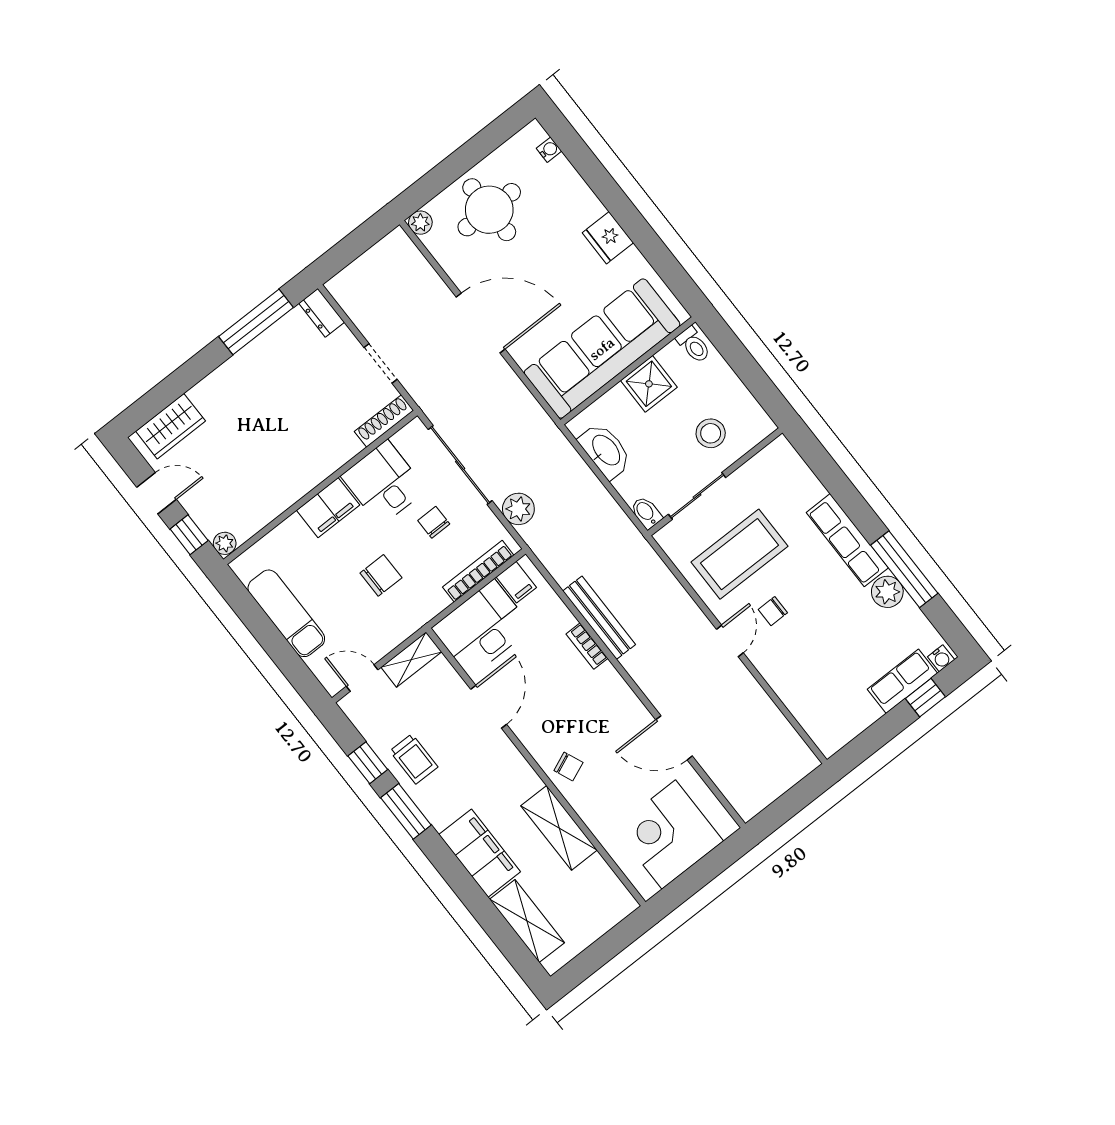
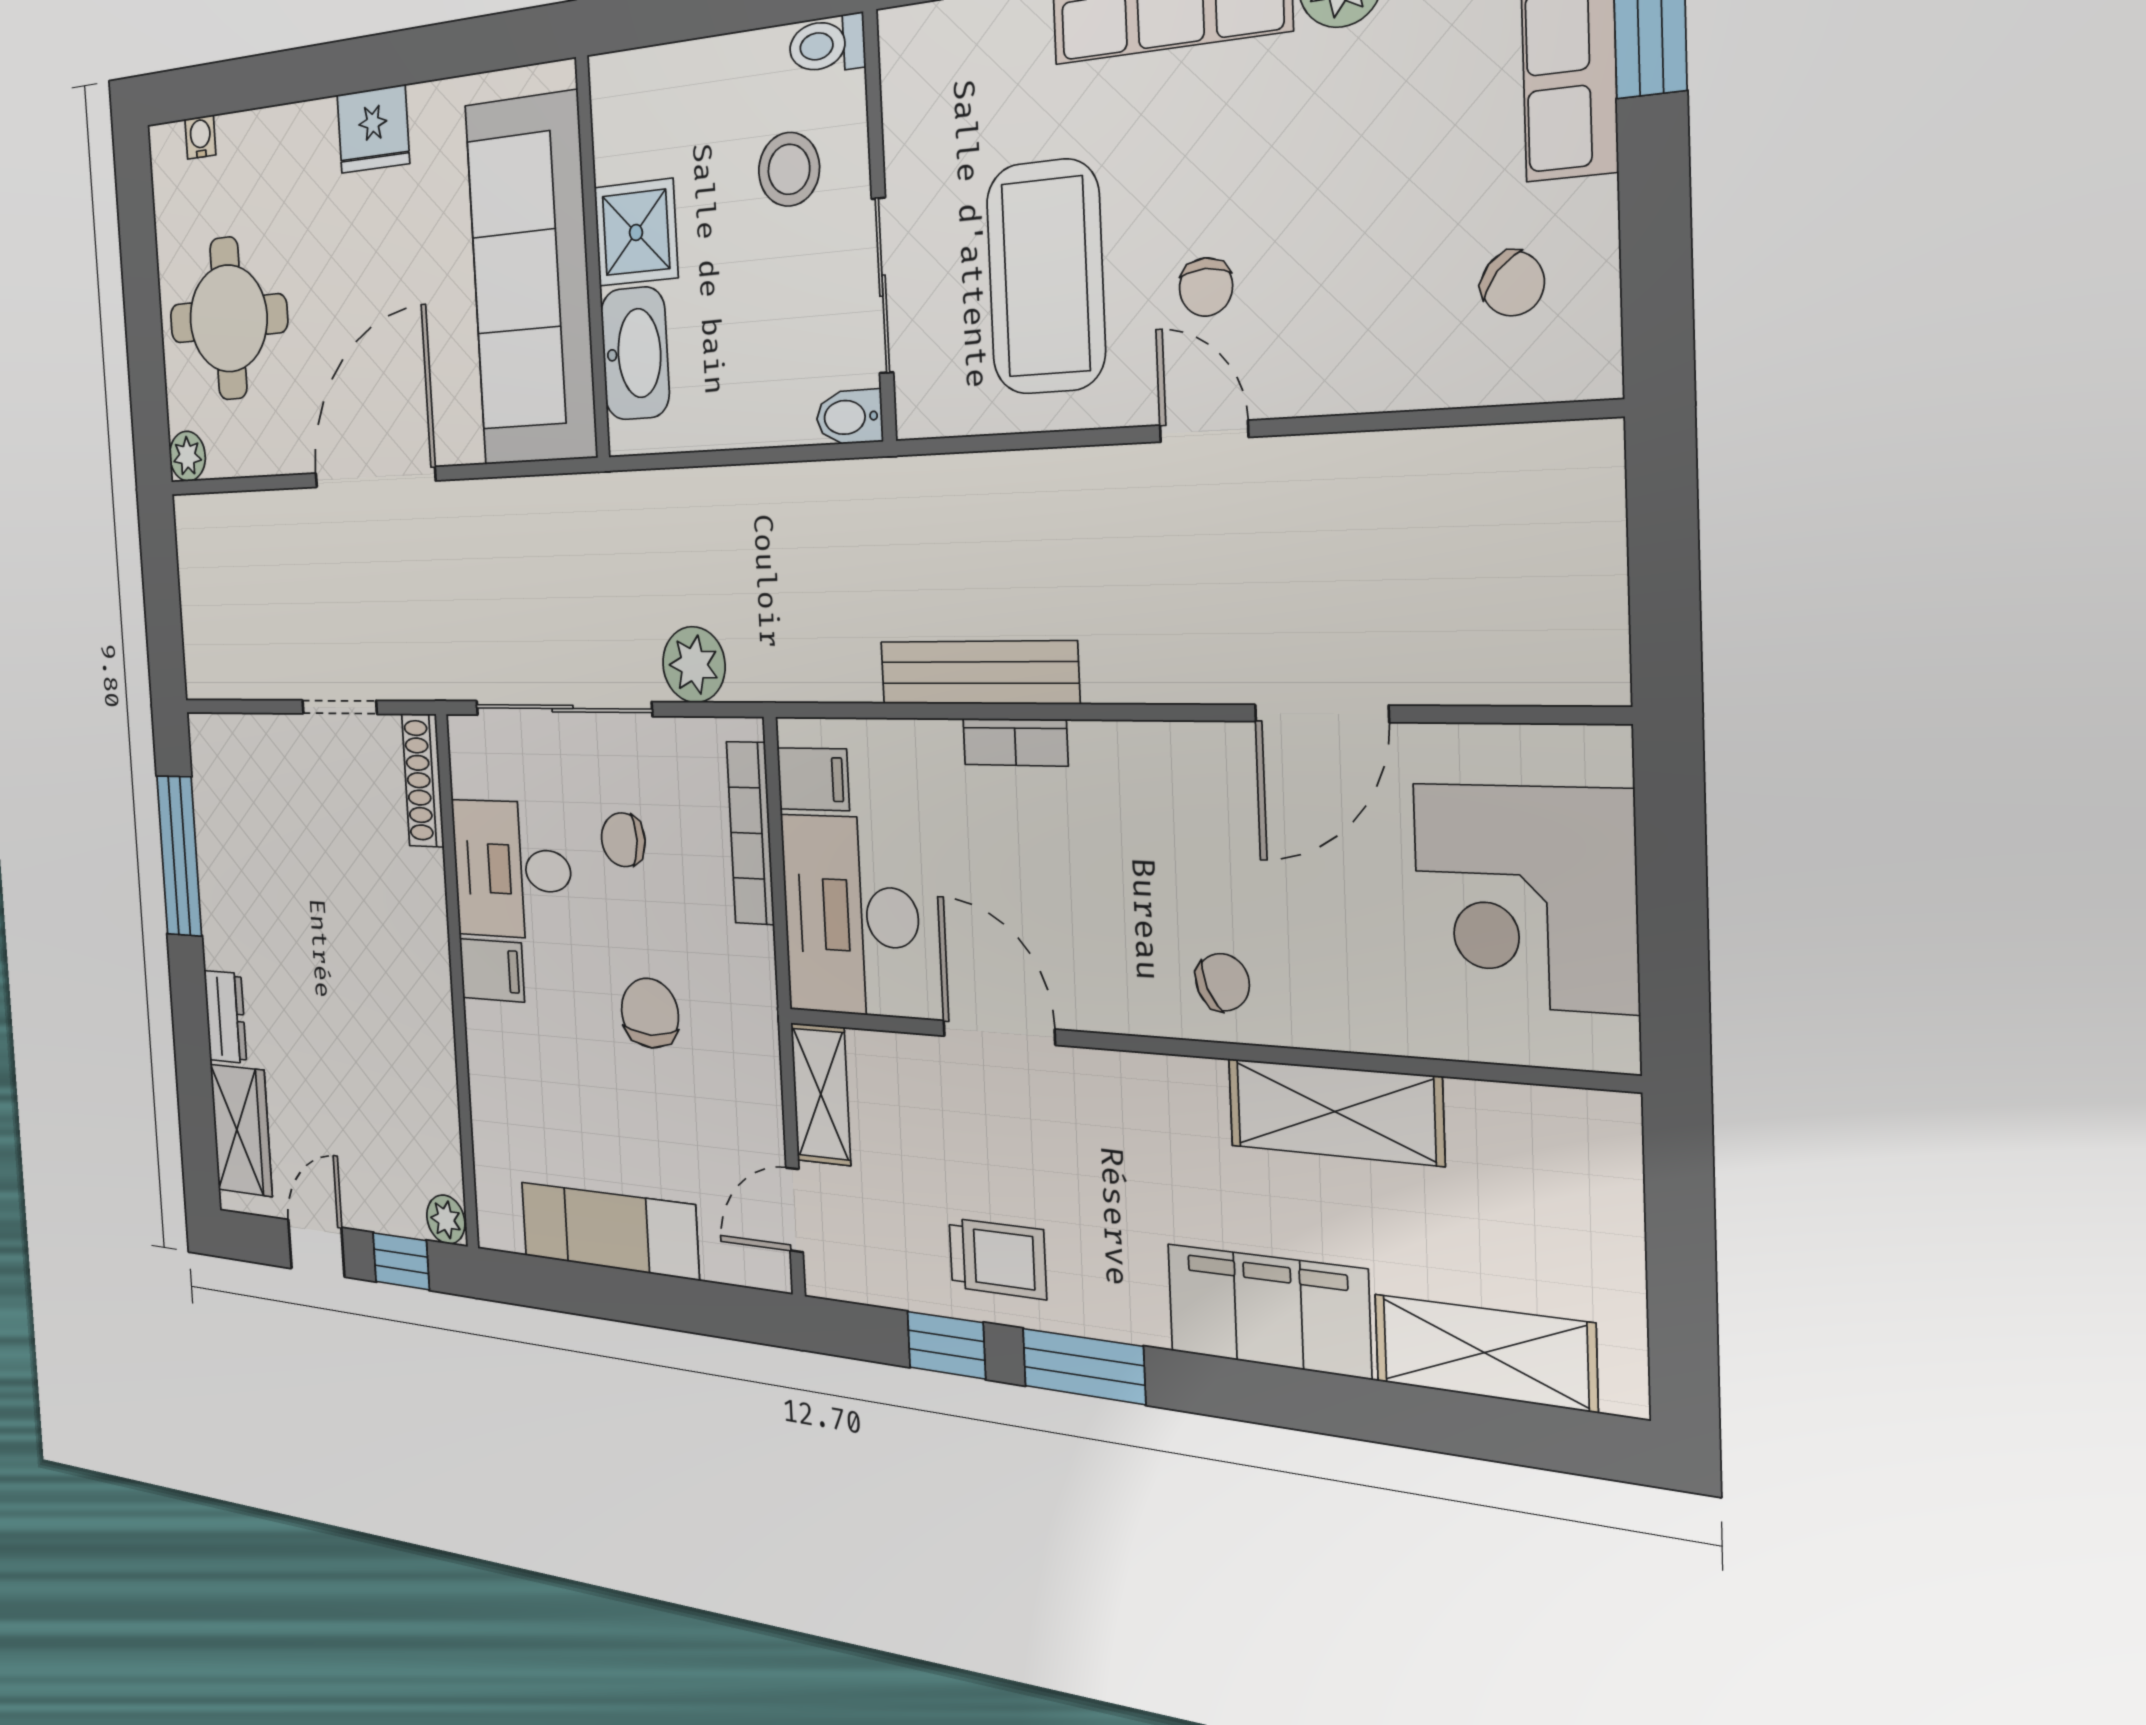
dresser: (322, 313) -> (225, 1017), moved, turned -90
toilet: (694, 345) -> (827, 45), moved, turned 180
washbasin: (605, 451) -> (635, 353), moved, turned 90
filing cabinet: (328, 508) -> (492, 970), width x0.50
chair: (837, 705) -> (1513, 283), added

